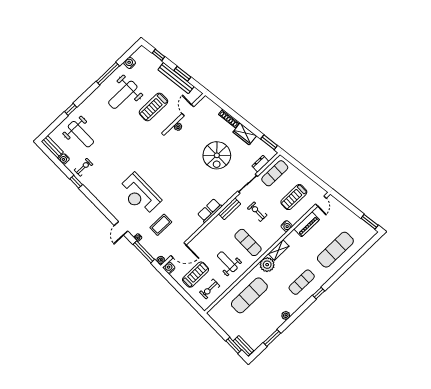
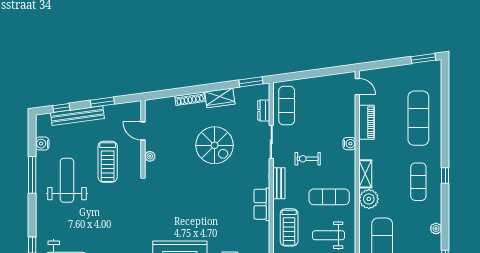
bench: (176, 78) -> (77, 116), moved
weight bench: (123, 95) -> (67, 180), turned 180
treadmill: (294, 197) -> (289, 227), moved

